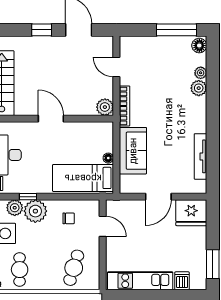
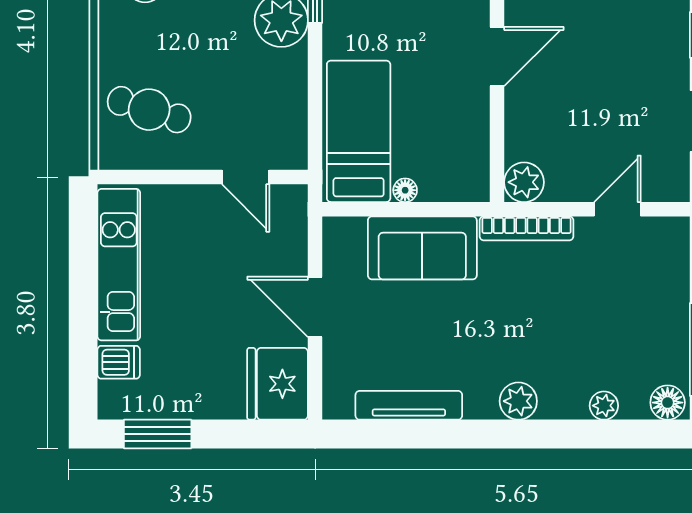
plant: (199, 88) -> (518, 401), moved
chair: (69, 218) -> (264, 98), removed
door: (103, 226) -> (246, 177), hinge flipped

